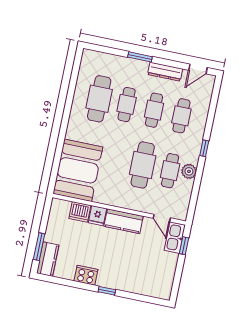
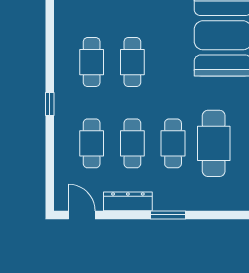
door: (198, 69) -> (82, 215), hinge flipped
cafe table: (143, 165) -> (132, 62), width x0.73, depth x0.74
plant: (189, 171) -> (65, 67), removed

